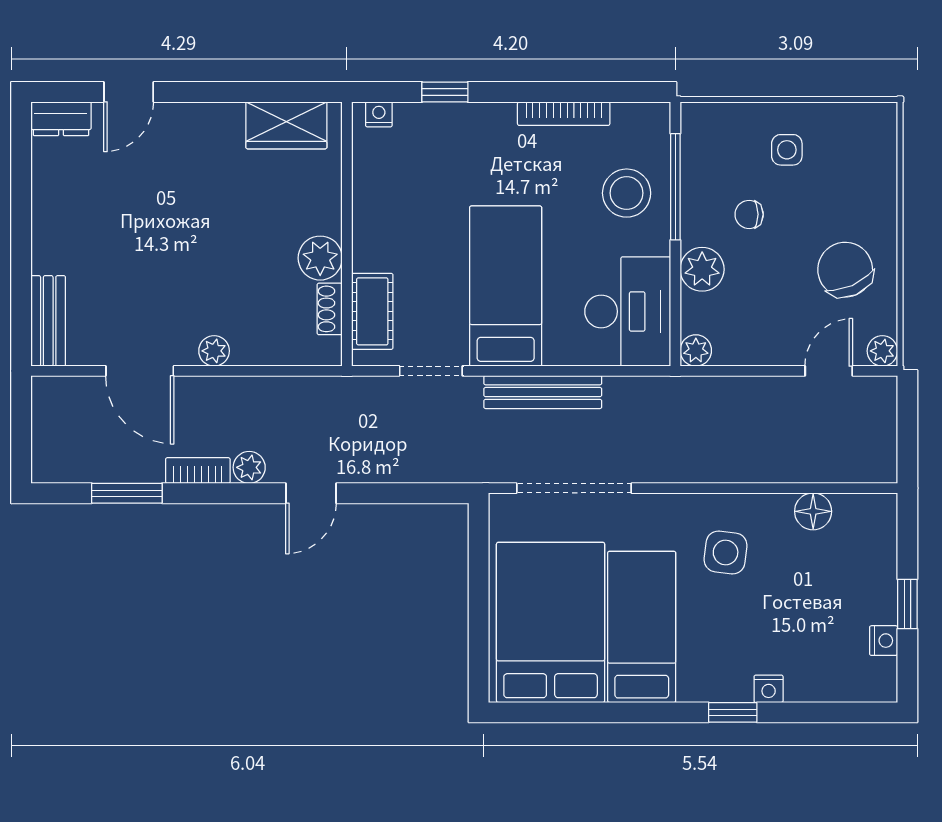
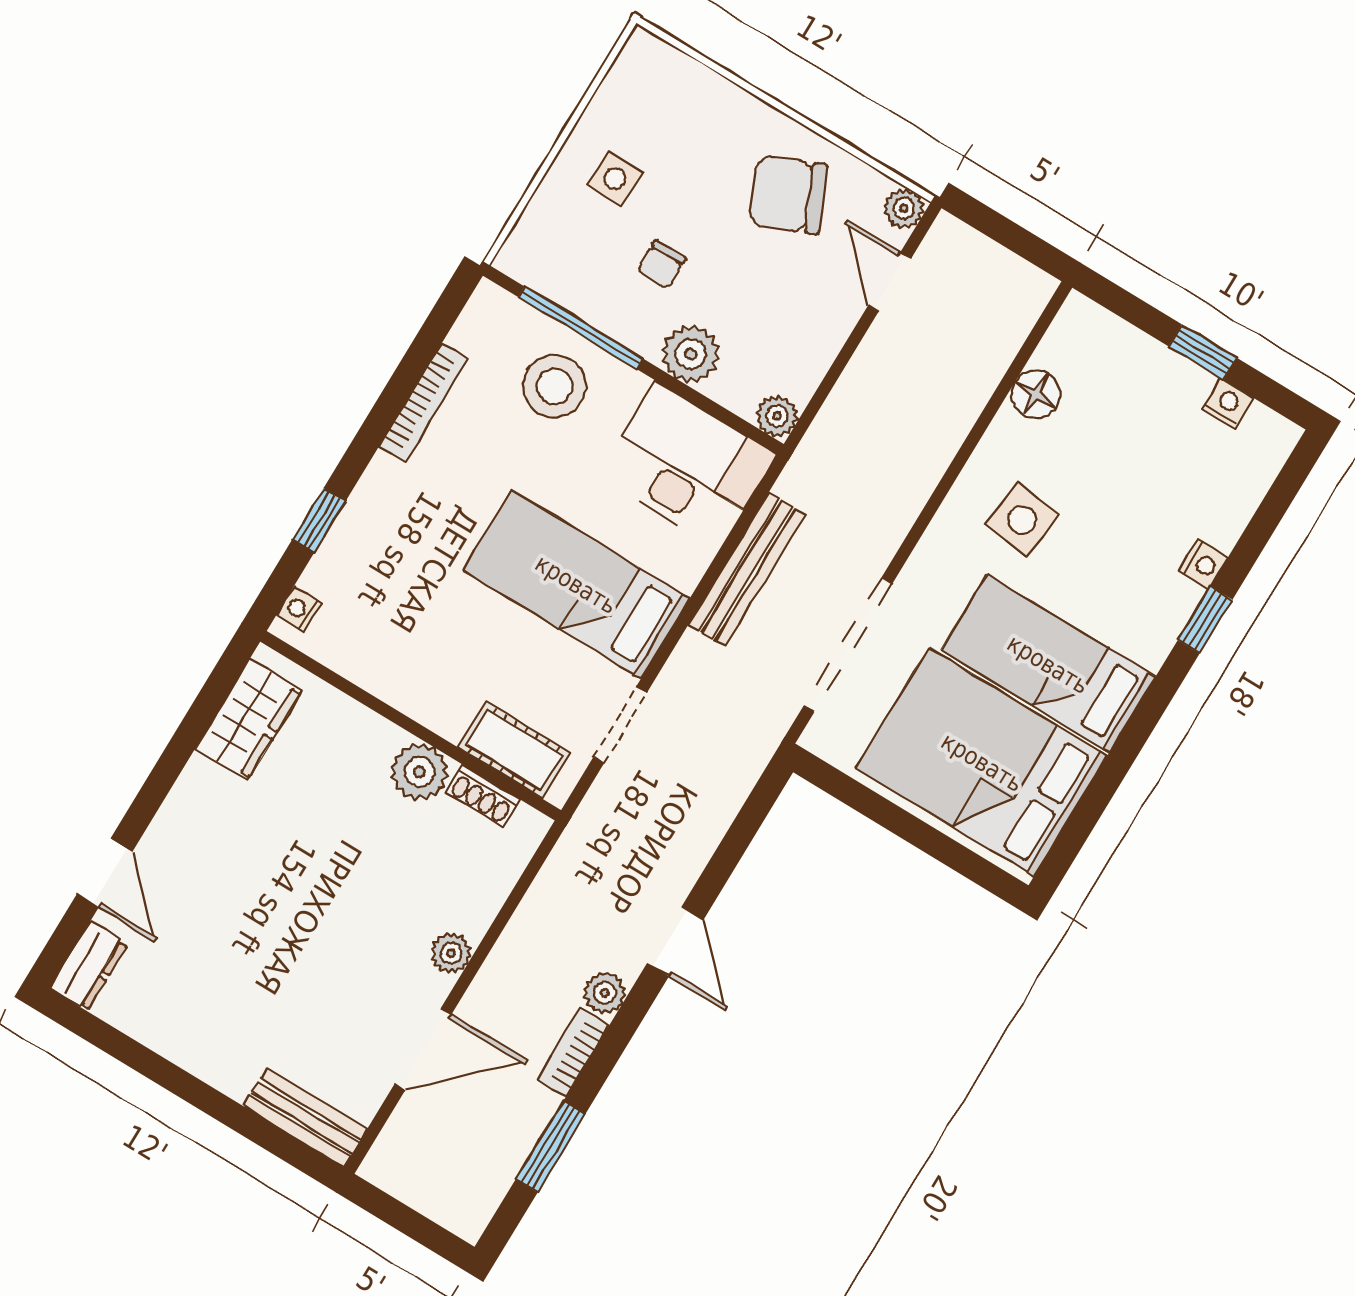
bench: (543, 392) -> (747, 569), moved

